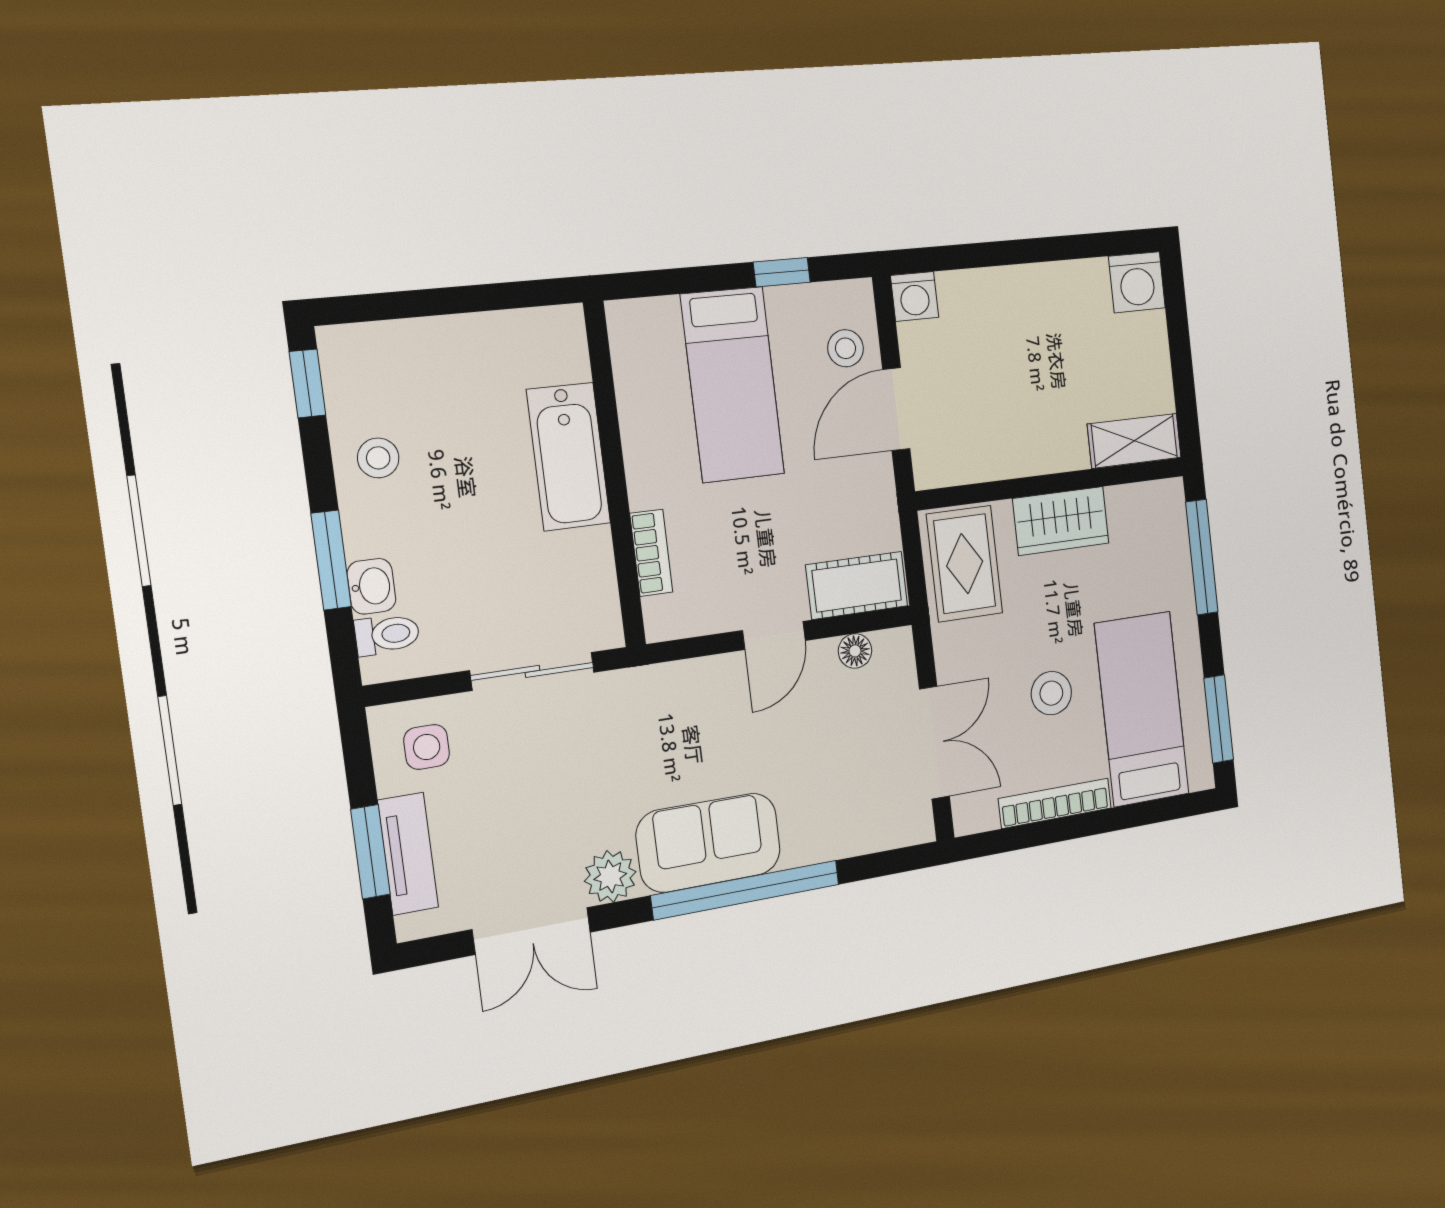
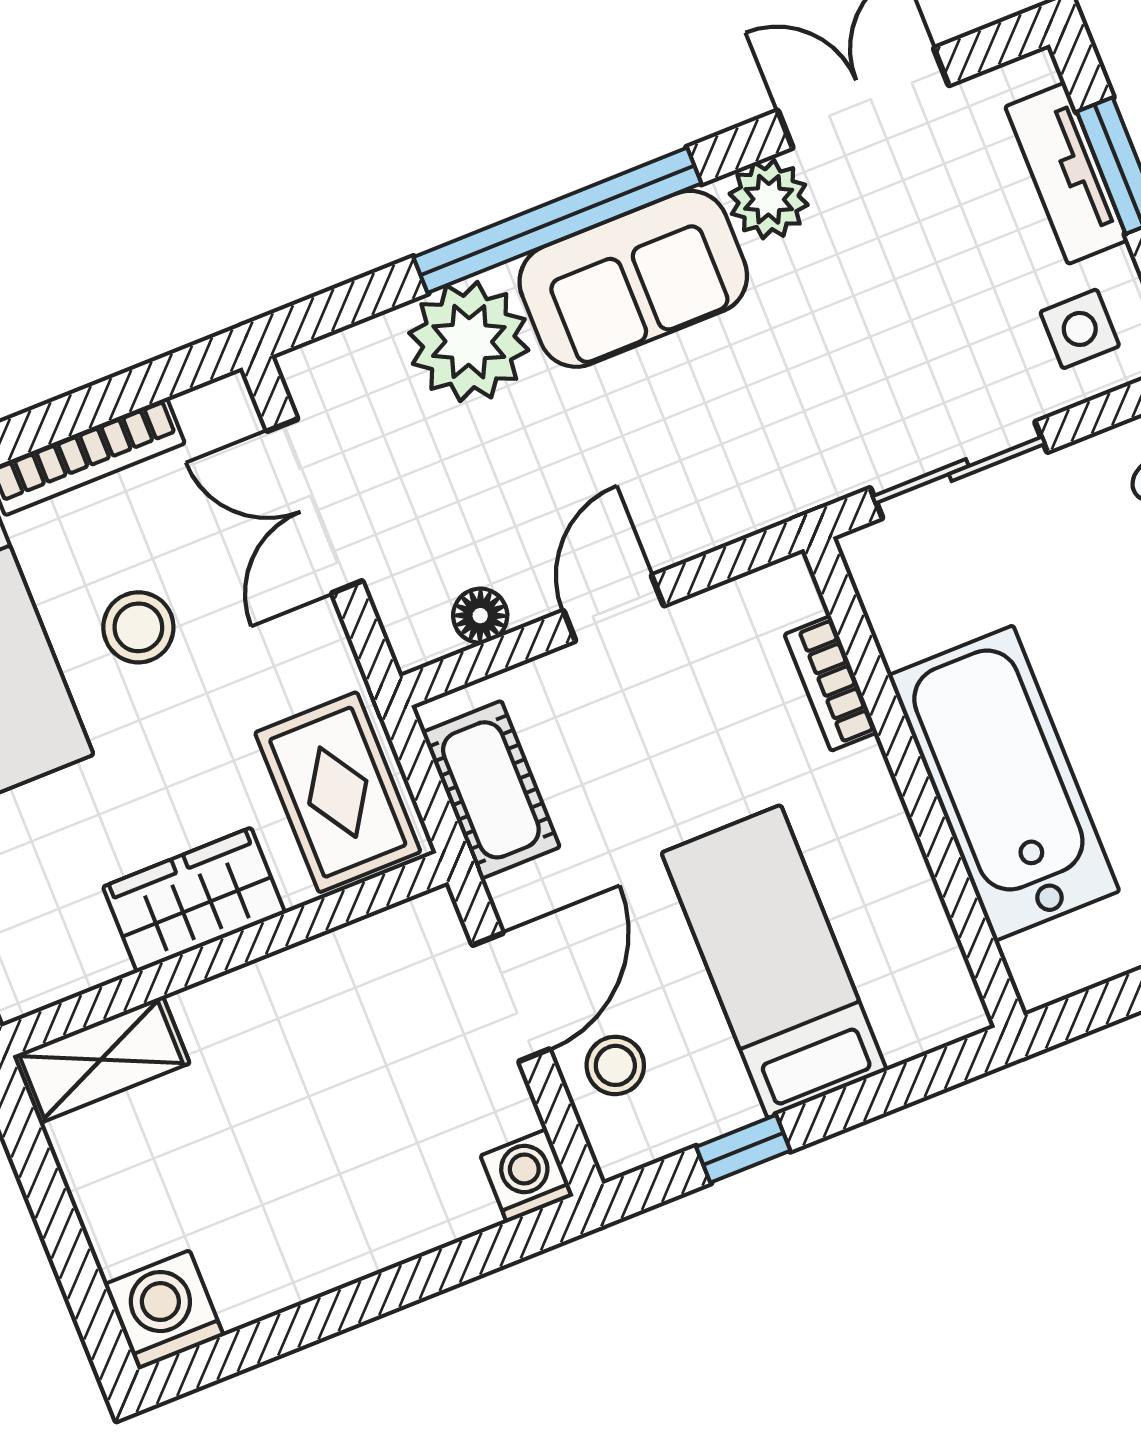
bathtub: (569, 457) -> (1004, 783), width x1.36, depth x1.36
cot: (857, 585) -> (491, 790), moved, turned 90
plant: (819, 824) -> (469, 342), added

